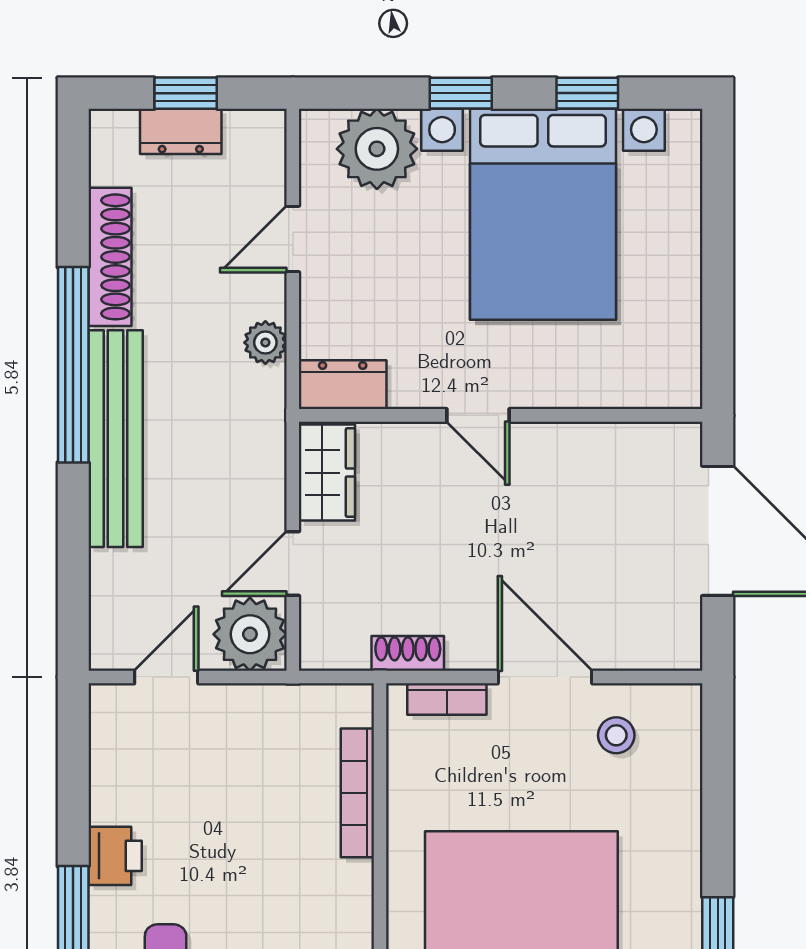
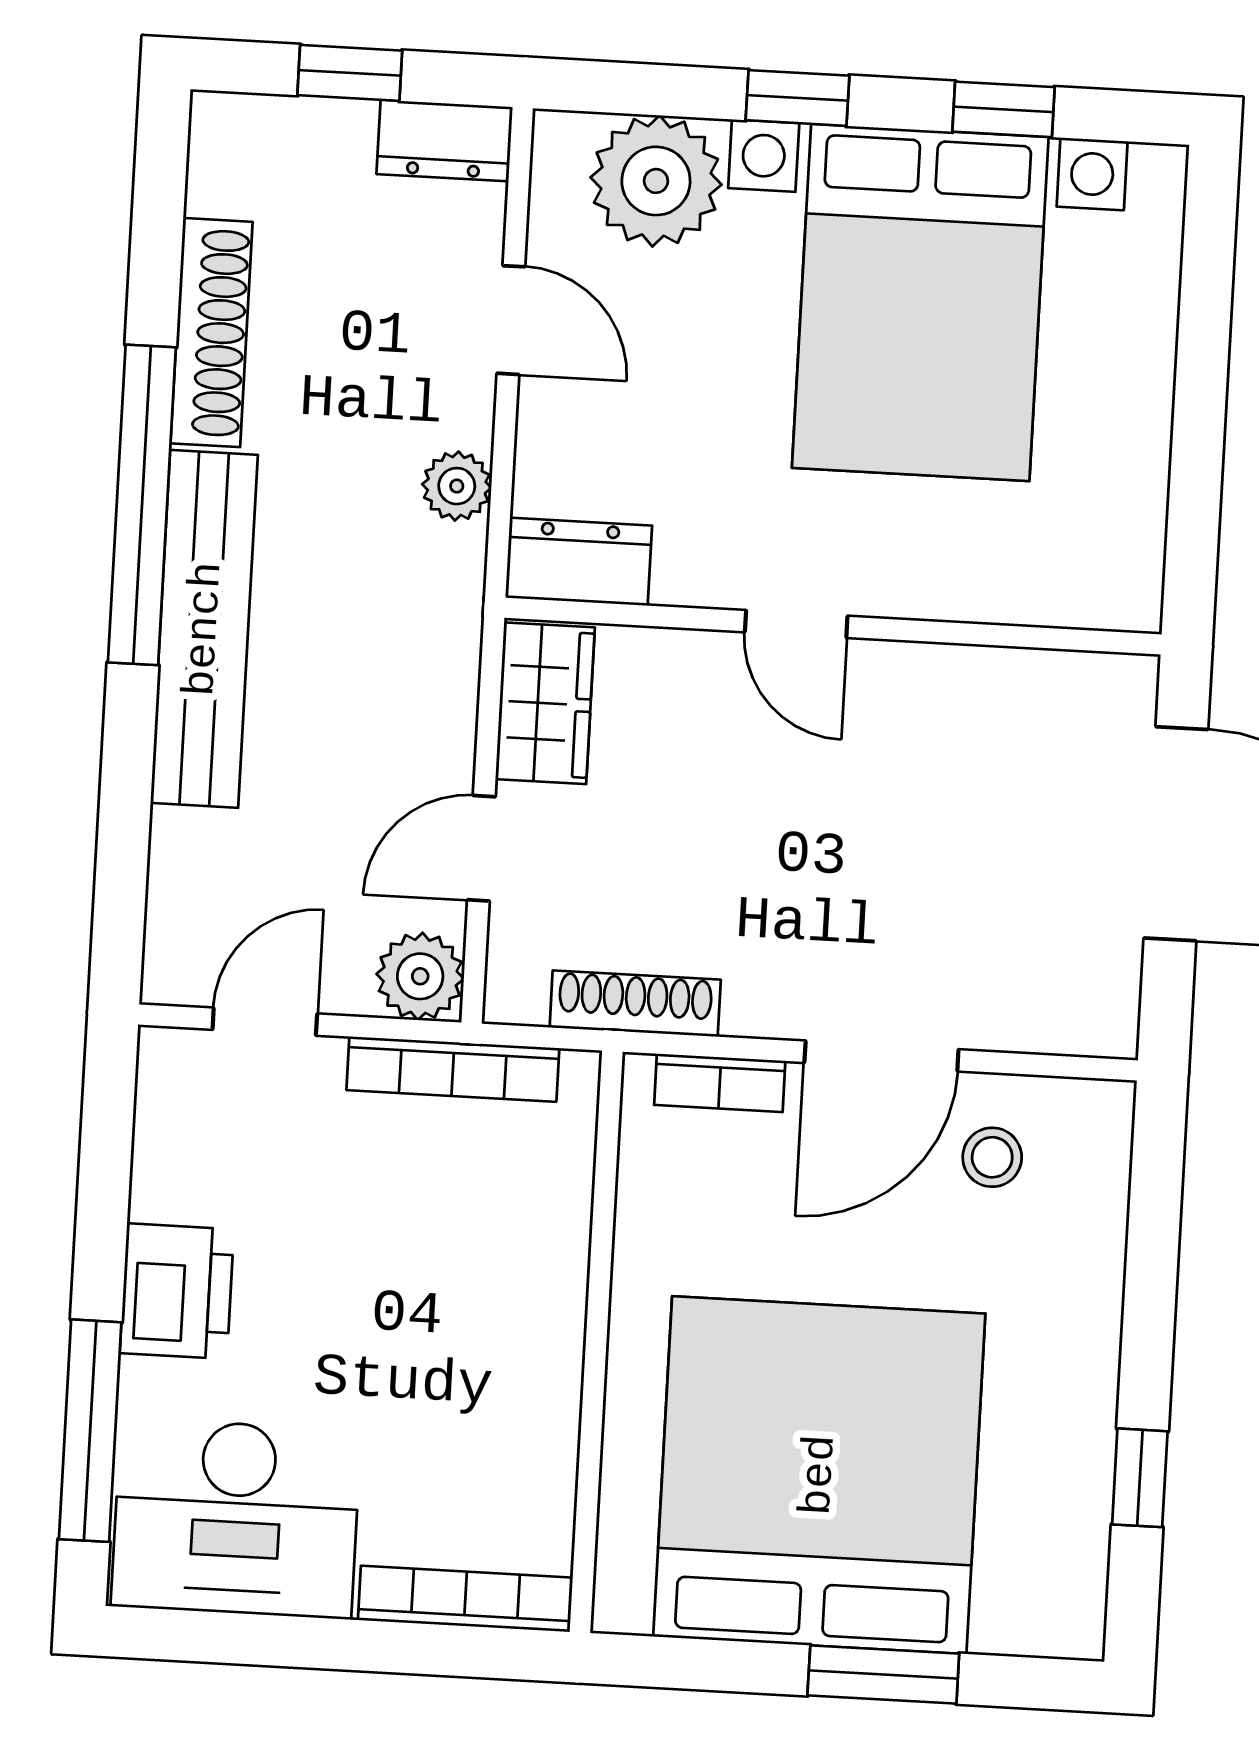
dresser: (181, 131) -> (445, 141), moved
door: (293, 239) -> (511, 320), swing flipped
plant: (250, 634) -> (420, 976), width x0.73, depth x0.73
shoe rack: (408, 653) -> (635, 1004), width x1.43
door: (545, 677) -> (881, 1056), swing flipped
bookcase: (357, 793) -> (453, 1069), moved, turned -90
printer: (115, 856) -> (177, 1291), width x1.36, depth x1.24

